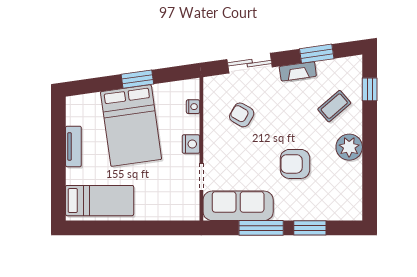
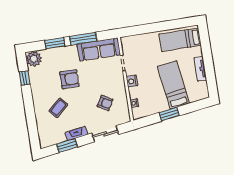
window: (370, 89) -> (25, 78), moved
coffee table: (334, 106) -> (58, 108), moved
bed: (131, 126) -> (173, 85), width x0.67
plant: (349, 147) -> (34, 59), moved

